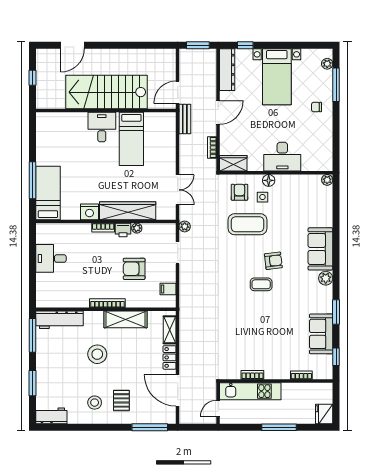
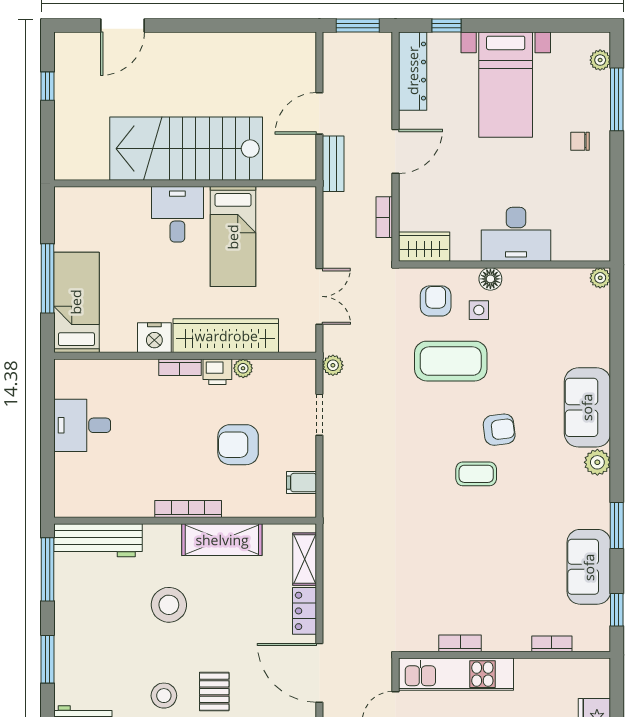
stairs: (106, 92) -> (186, 149), moved
wall: (106, 111) -> (185, 183), moved
desk: (102, 127) -> (177, 214), moved
bed: (131, 139) -> (233, 237), moved

